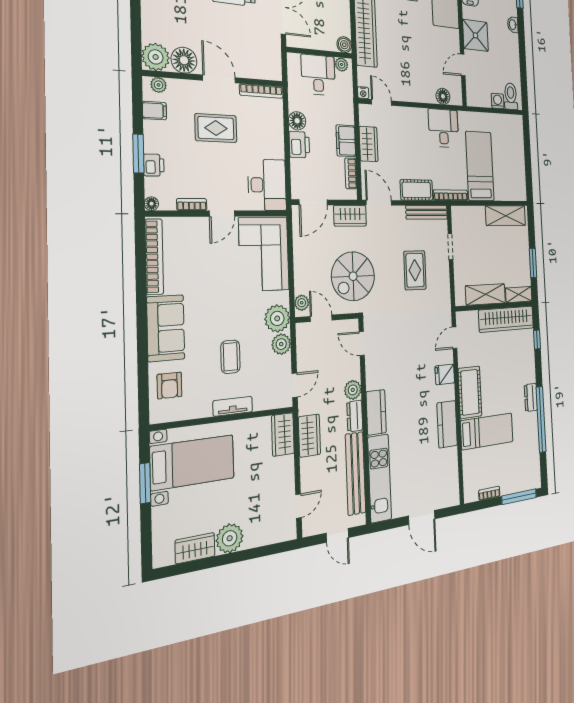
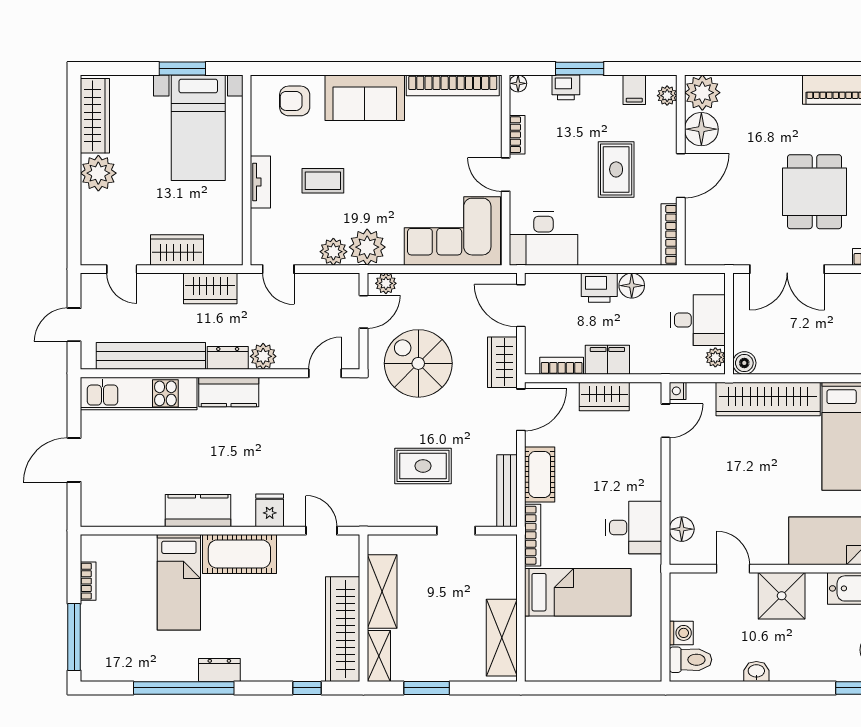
washbasin: (513, 25) -> (756, 671), moved
wardrobe: (283, 434) -> (177, 250), moved
wardrobe: (195, 548) -> (95, 116), width x1.50

